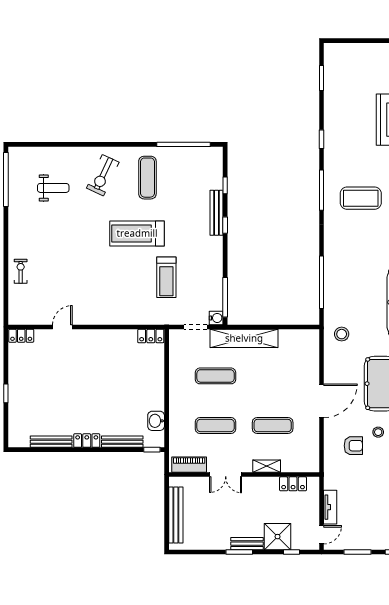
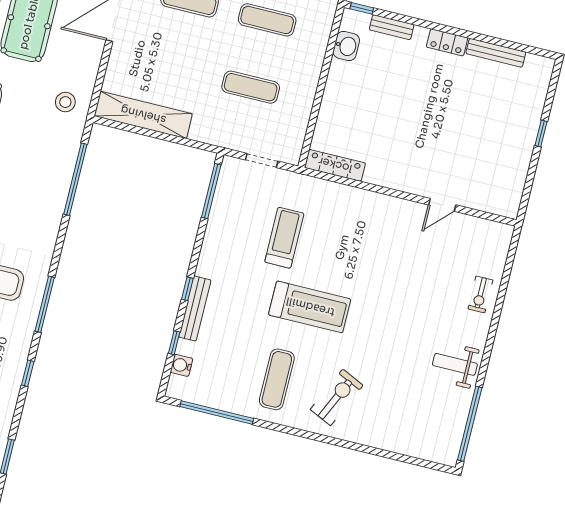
weight bench: (53, 188) -> (455, 364), moved
water cooler: (216, 318) -> (181, 365), moved
locker: (21, 336) -> (501, 207), removed
locker: (151, 336) -> (335, 165), width x1.53
shelving: (244, 338) -> (143, 115), moved
bench: (122, 442) -> (392, 27), width x0.73

